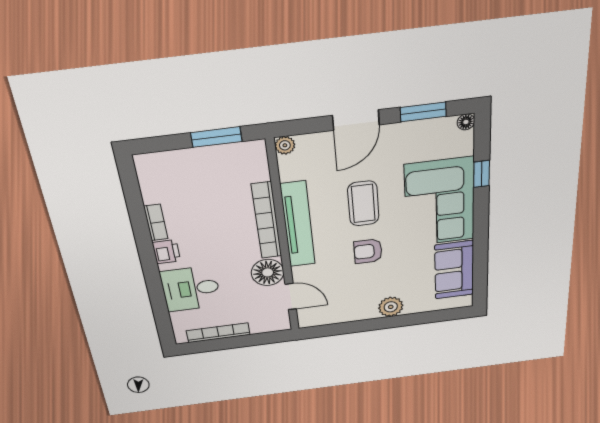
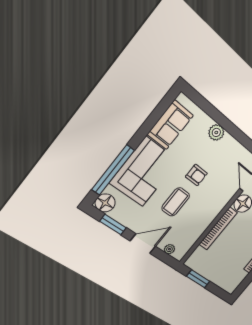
floor lamp: (466, 122) -> (105, 203), width x1.89, depth x1.89
plant: (285, 145) -> (169, 249), moved
window: (482, 174) -> (113, 170), width x3.17
tv unit: (298, 225) -> (209, 216), removed

